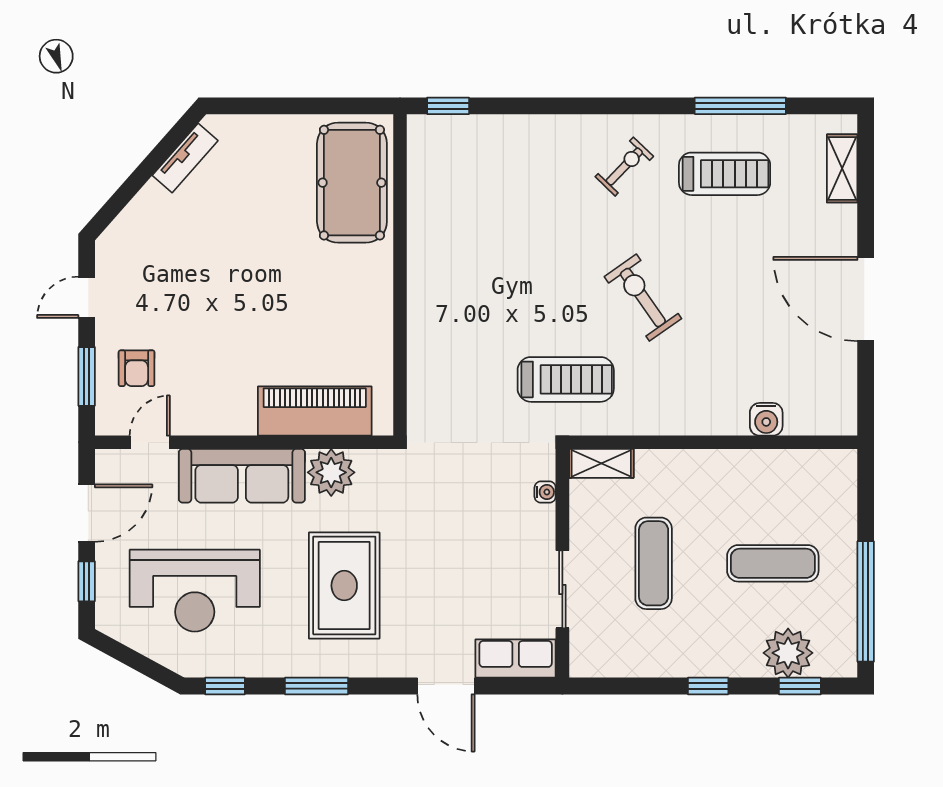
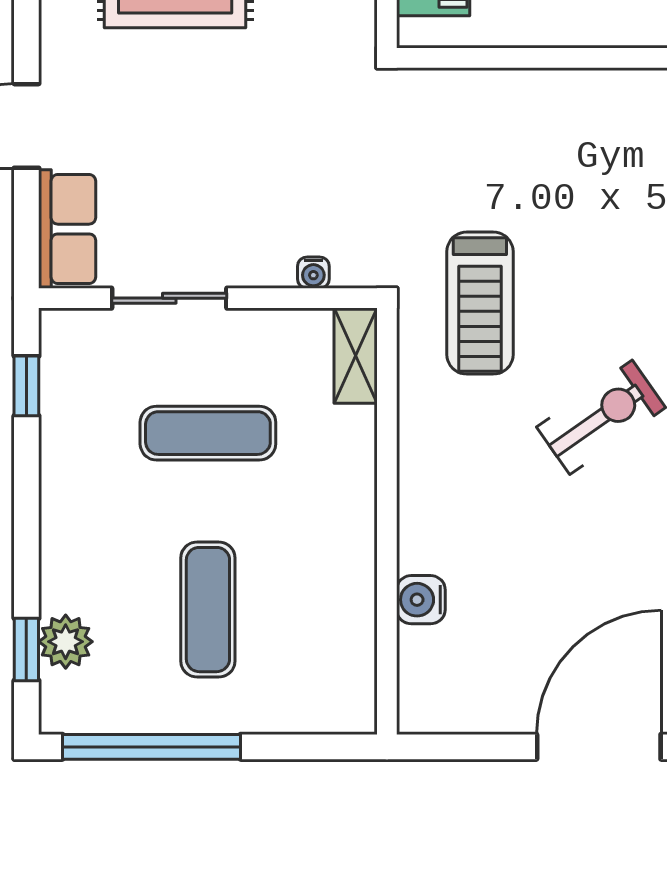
plant: (788, 653) -> (66, 642), width x0.73, depth x0.73
window: (708, 686) -> (26, 386), moved

